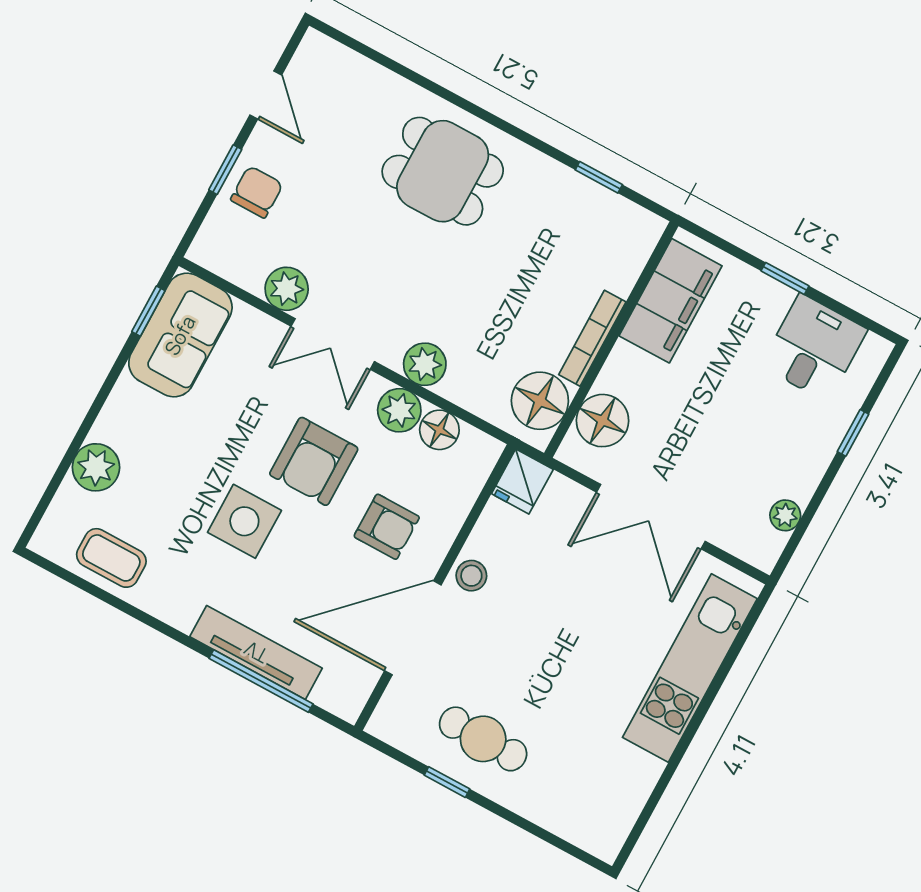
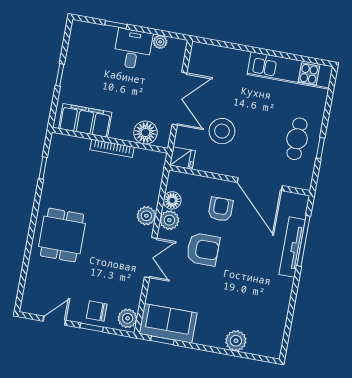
plant: (287, 289) -> (128, 318), moved
desk: (814, 348) -> (133, 49), moved, turned 90
floor lamp: (540, 401) -> (146, 162), removed
side table: (244, 521) -> (238, 270), removed
coffee table: (111, 558) -> (272, 322), removed
stool: (471, 576) -> (222, 131), moved, width x1.89, depth x1.89
kitchen unit: (690, 668) -> (290, 70), moved

